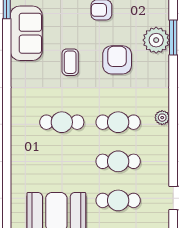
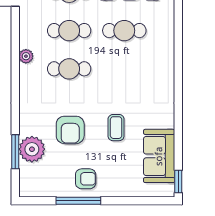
plant: (162, 118) -> (26, 56), moved
cafe table: (62, 122) -> (124, 31), moved

